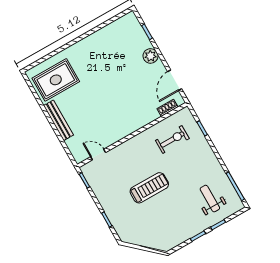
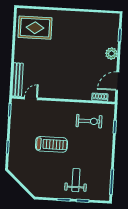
bench: (58, 120) -> (18, 80), moved
door: (98, 155) -> (31, 98), hinge flipped
weight bench: (210, 199) -> (76, 180), moved

